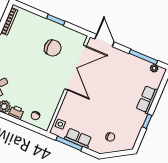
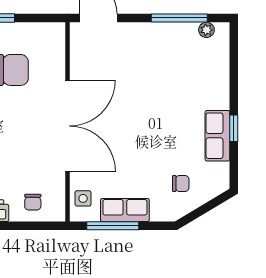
double door: (76, 67) -> (67, 126), moved
row of seats: (147, 100) -> (217, 136), moved

